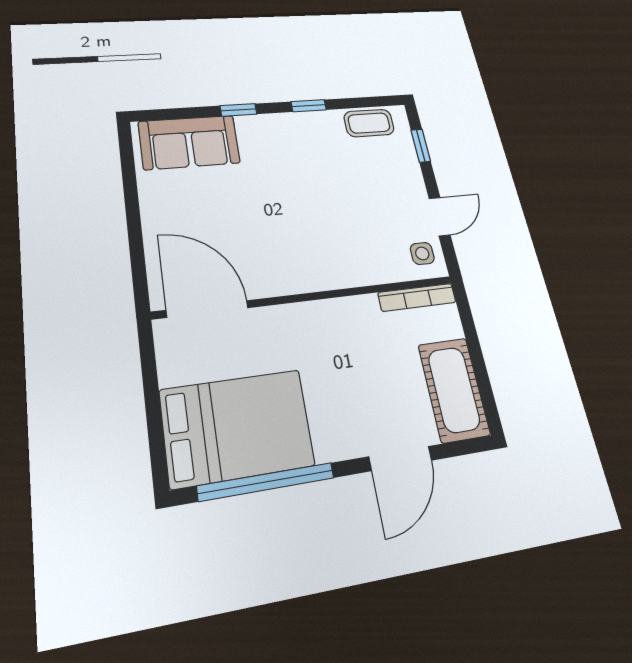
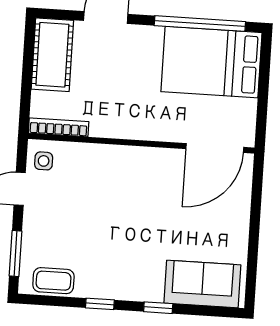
window: (421, 146) -> (16, 254), width x1.50
door: (207, 309) -> (215, 148), hinge flipped

